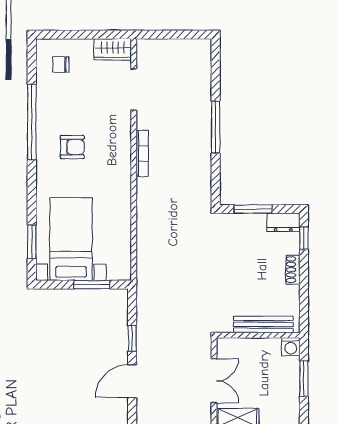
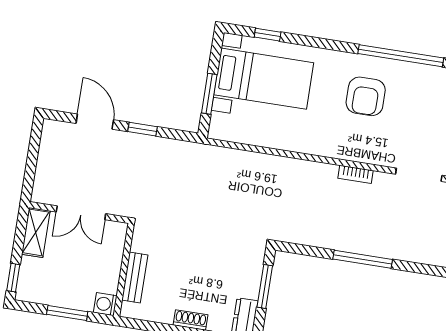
armchair: (72, 147) -> (366, 96), width x1.38, depth x1.38
bookcase: (142, 154) -> (355, 174), width x0.64
window: (32, 242) -> (268, 35), width x0.67
bench: (263, 324) -> (135, 278), width x0.73

